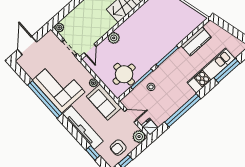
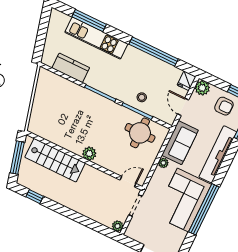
plant: (114, 38) -> (89, 154), moved

